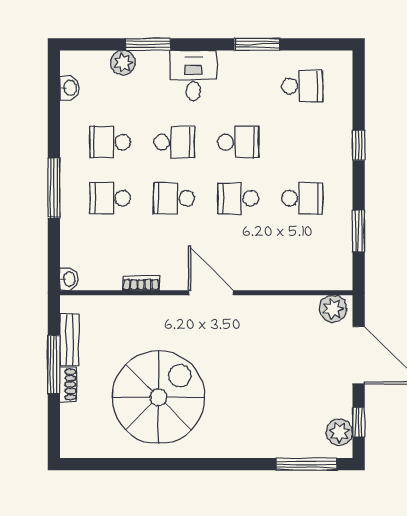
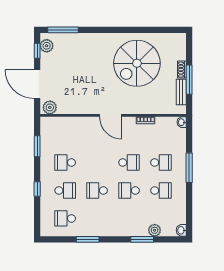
desk: (193, 75) -> (119, 224), removed
washbasin: (70, 88) -> (181, 230), moved
school desk: (238, 198) -> (65, 190), moved

